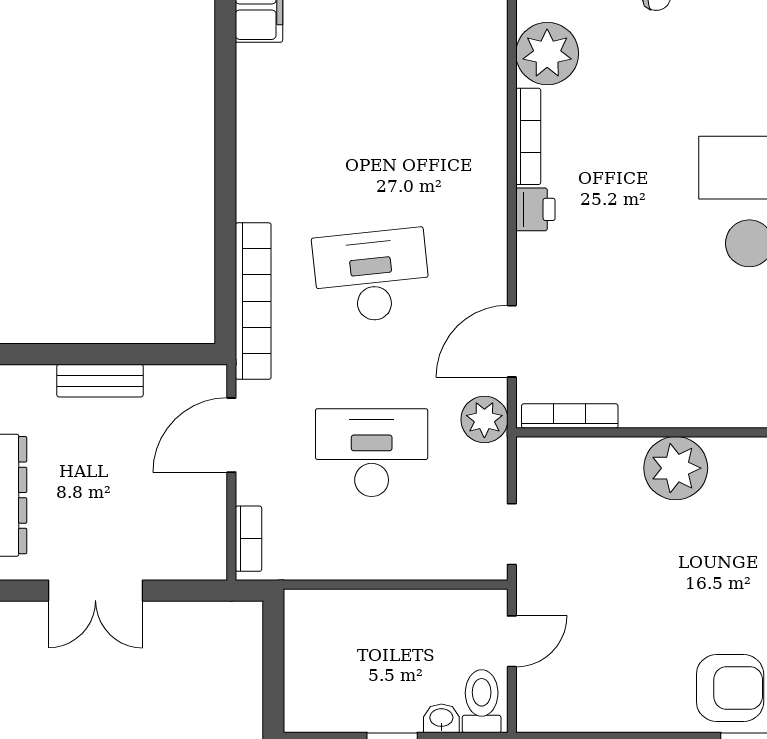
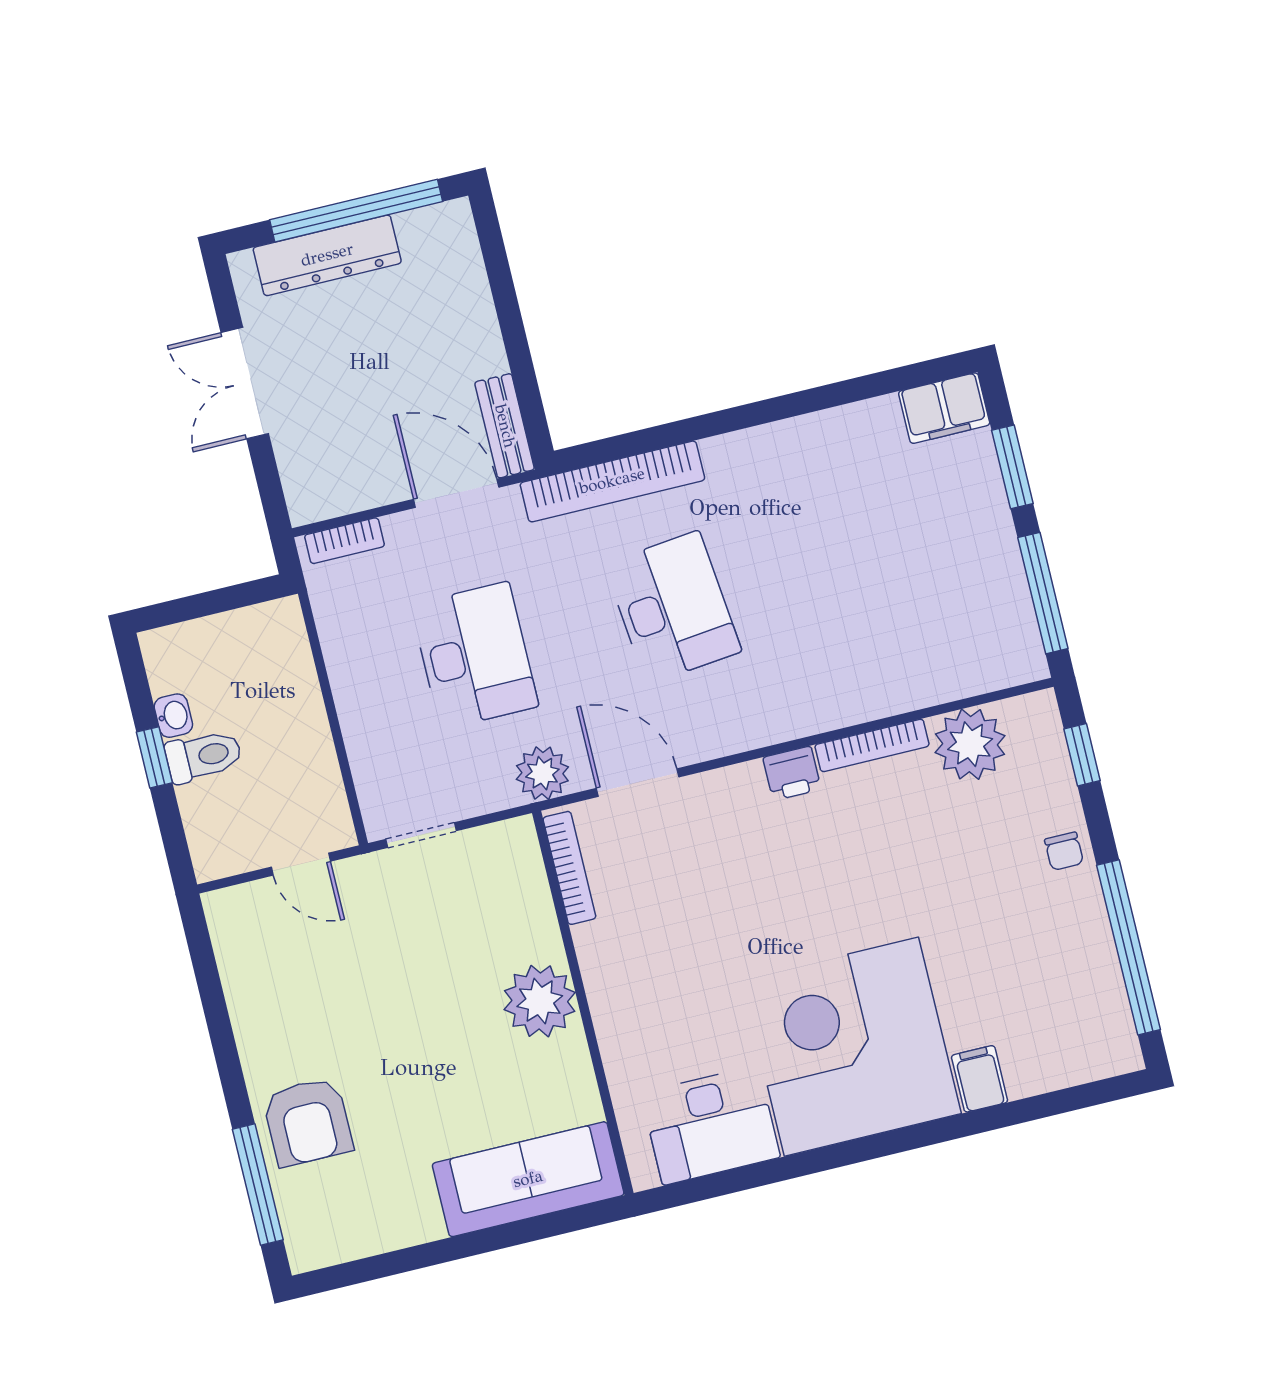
bench: (100, 381) -> (505, 426), moved
toilet: (482, 701) -> (204, 756), moved
washbasin: (441, 718) -> (173, 716), moved

